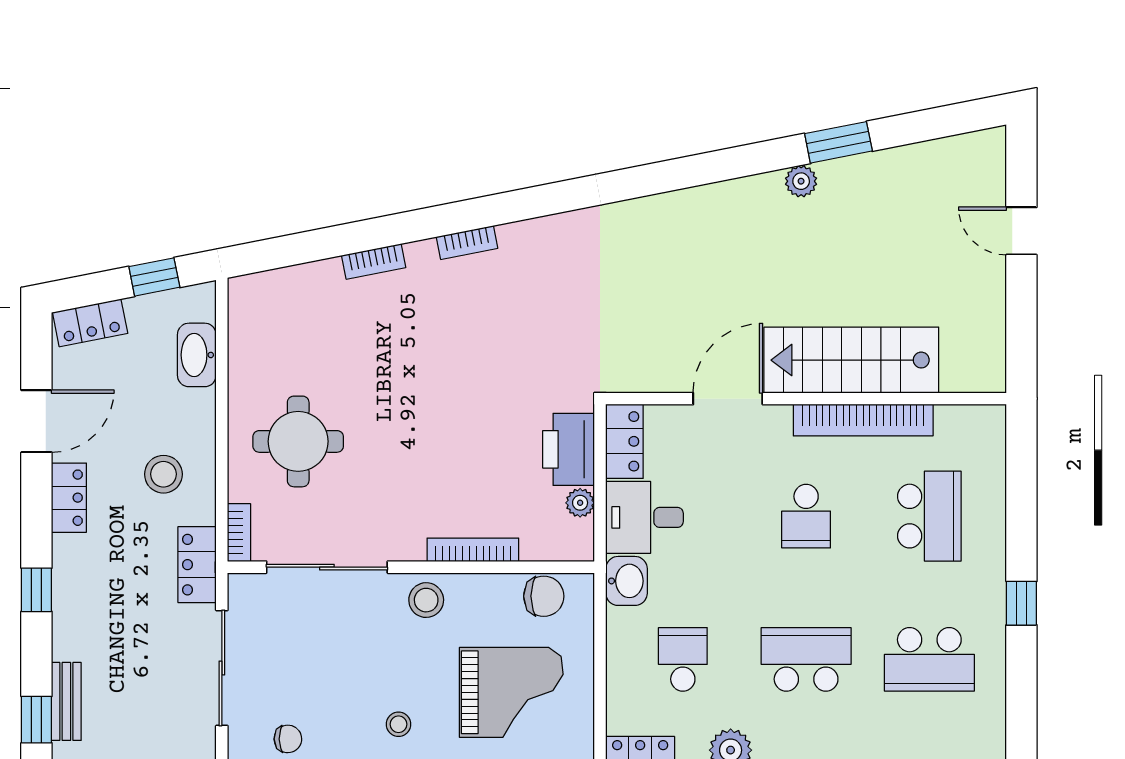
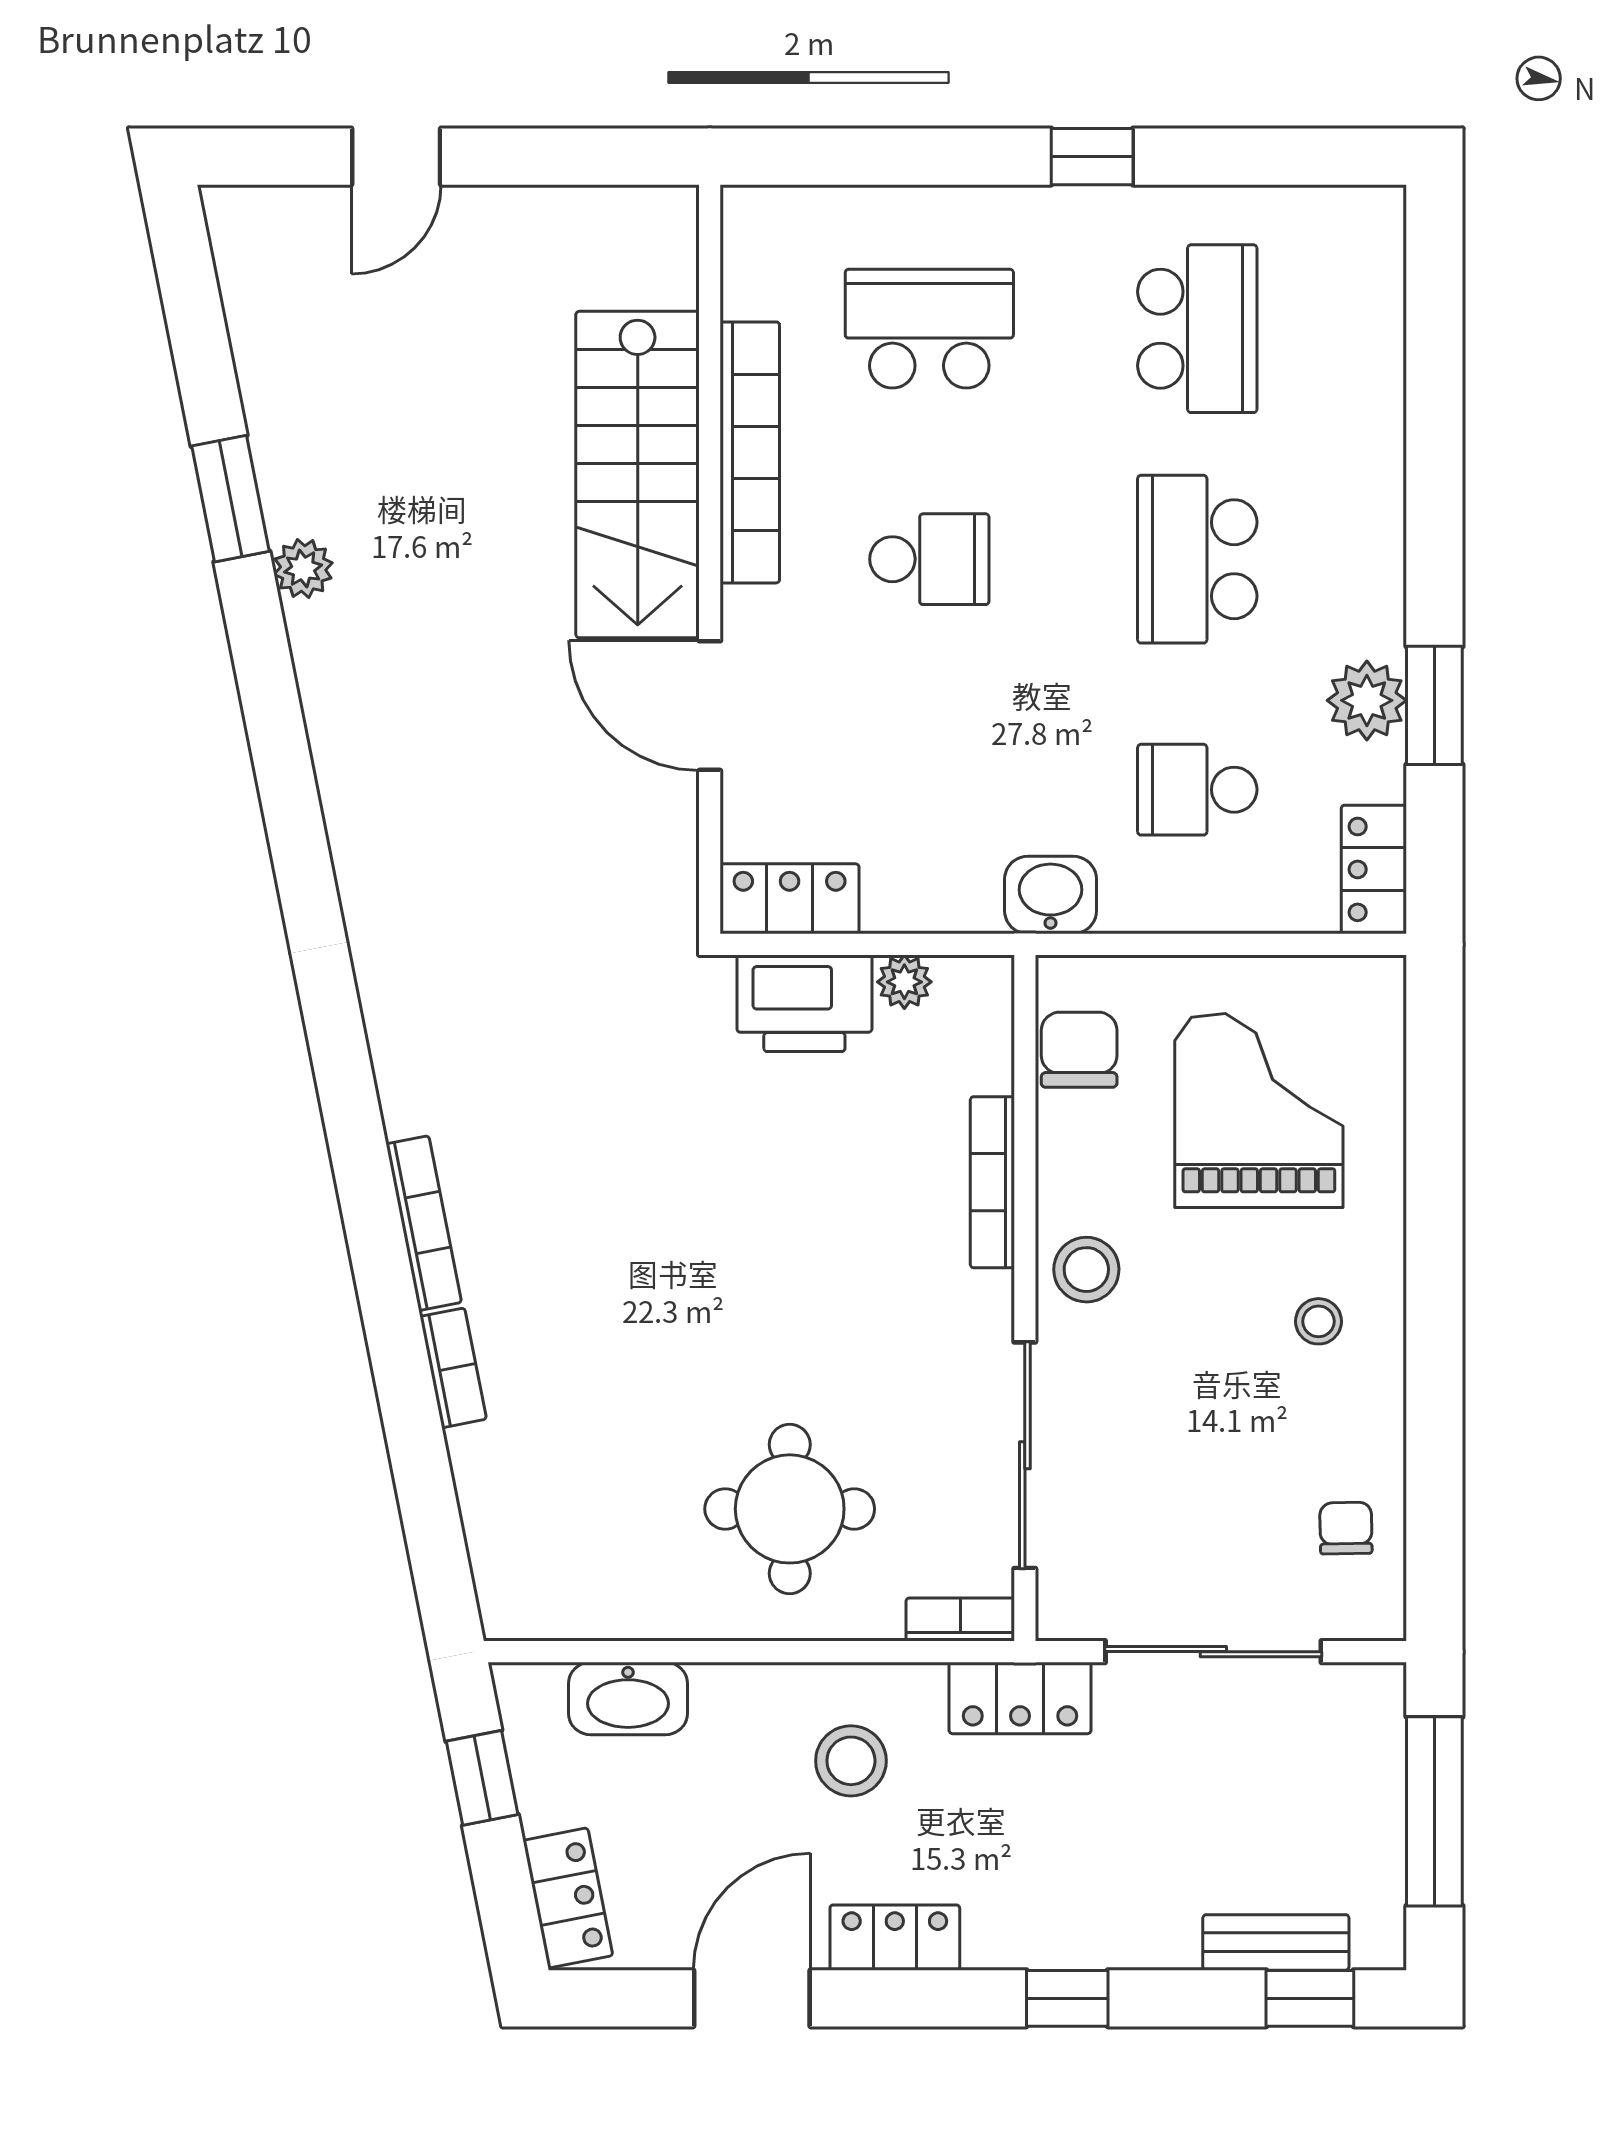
bookcase: (467, 243) -> (424, 1223), width x1.56
door: (36, 421) -> (752, 1998), hinge flipped
desk: (644, 517) -> (932, 861), removed

